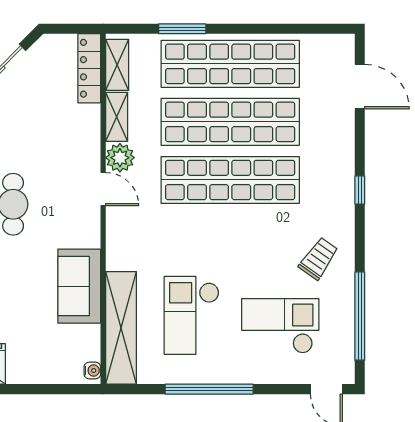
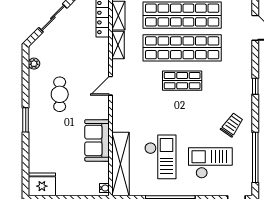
plant: (120, 158) -> (120, 68), removed
shop shelf: (230, 180) -> (182, 81), width x0.50, depth x0.74
door: (103, 189) -> (110, 86), swing flipped
checkout: (192, 315) -> (160, 157), turned 180

